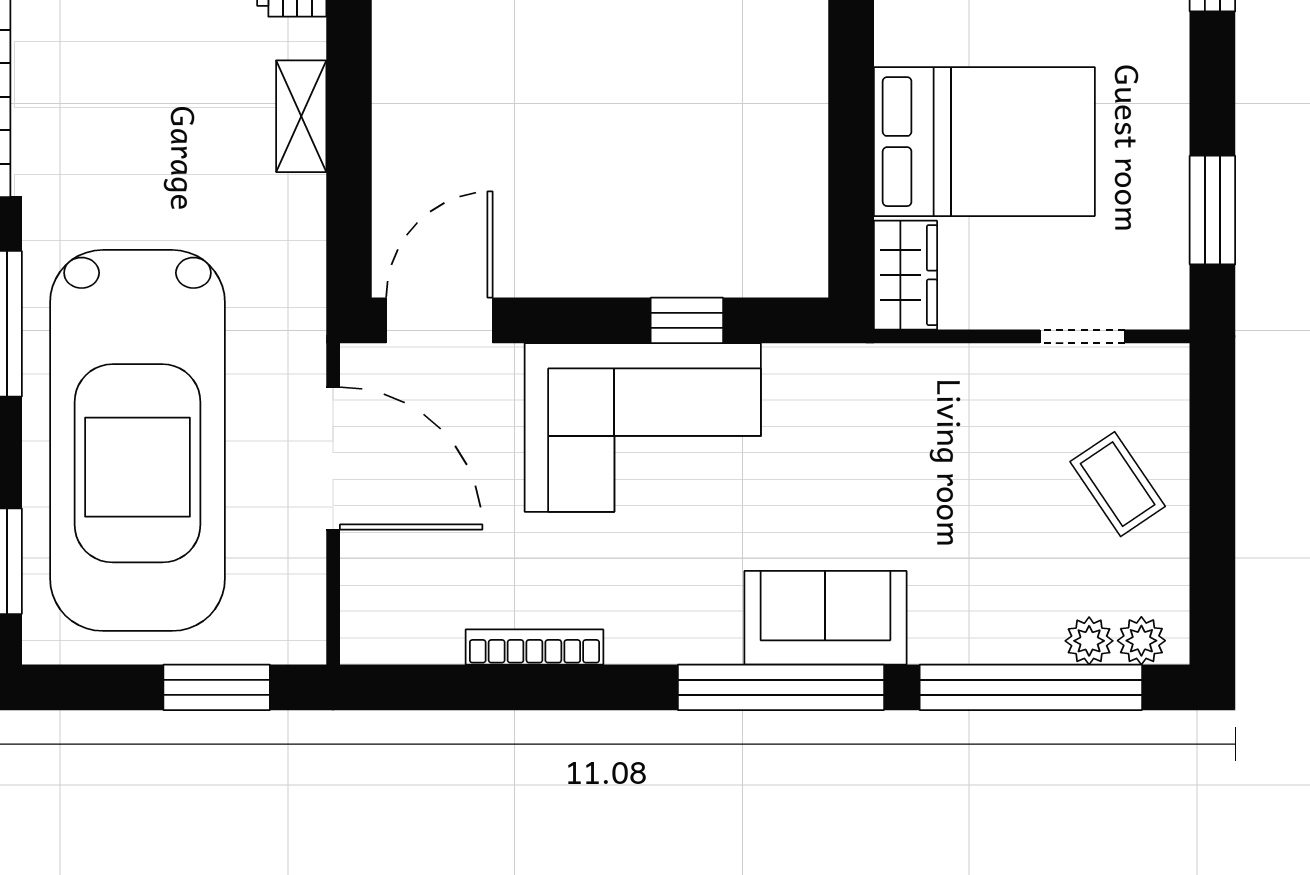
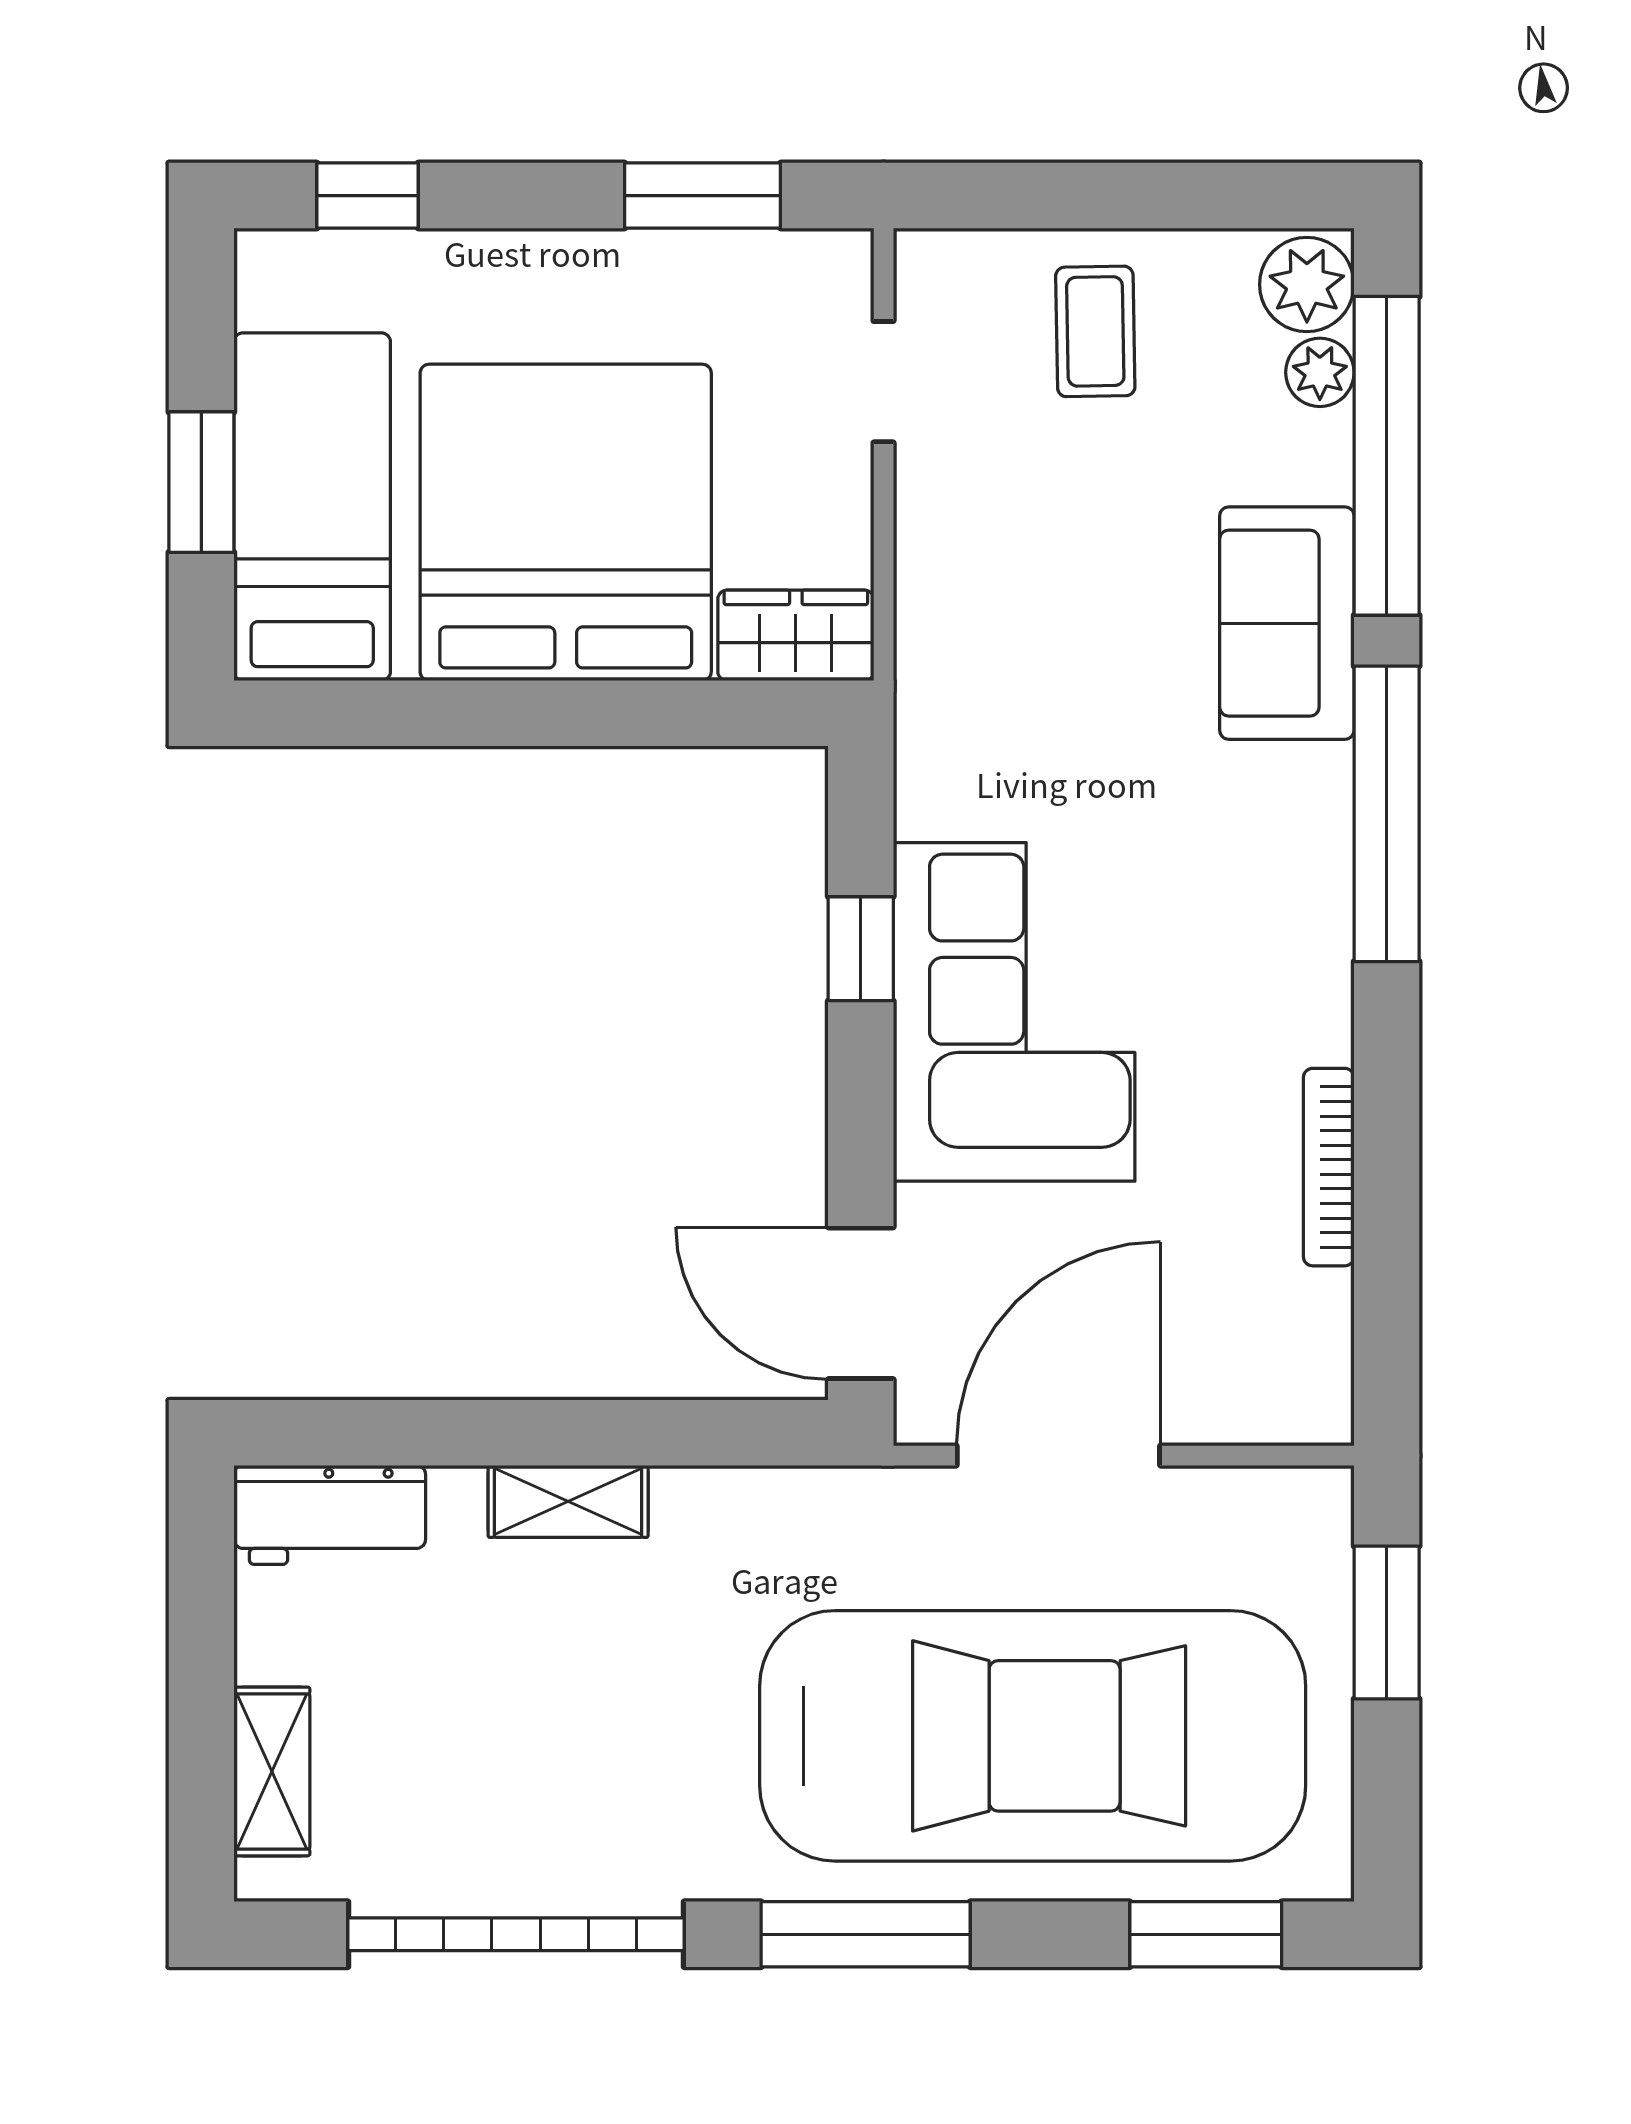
bed: (984, 142) -> (566, 522), width x1.36
coffee table: (1118, 484) -> (1095, 331), turned -57
sofa: (825, 618) -> (1287, 623), moved
plant: (1141, 641) -> (1307, 284), width x1.38, depth x1.38

